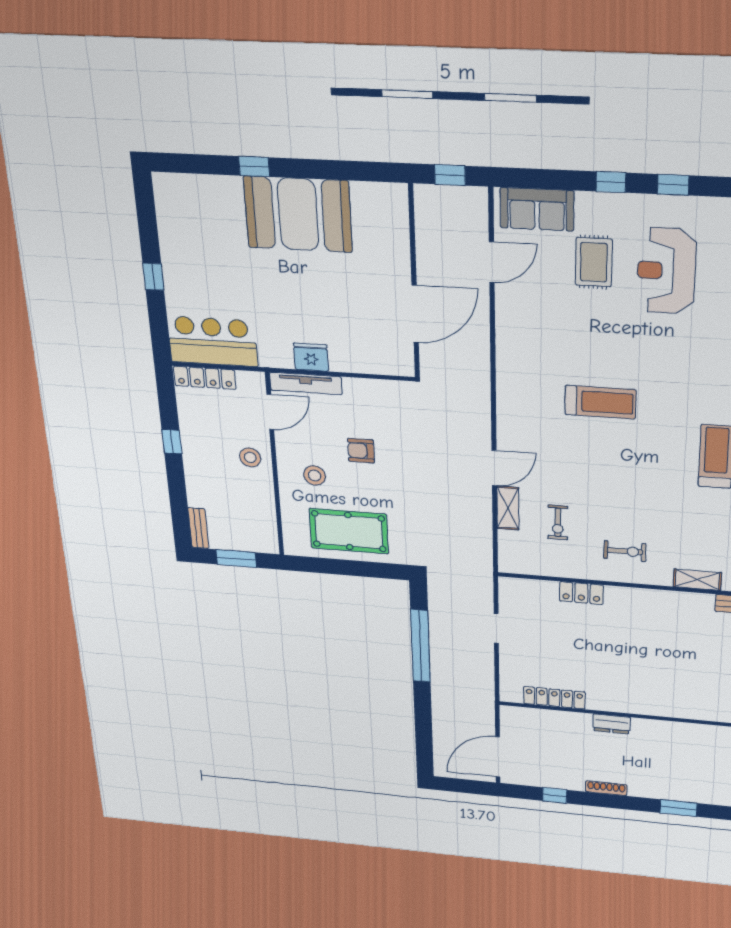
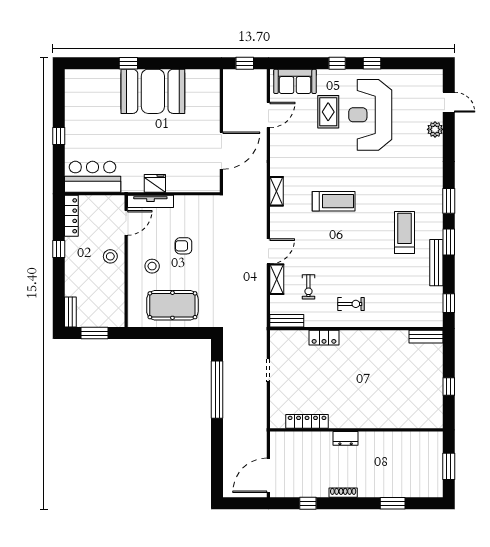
reception desk: (666, 271) -> (370, 115), width x1.36, depth x1.30
locker: (205, 378) -> (71, 216), moved, turned -90
bench: (524, 566) -> (287, 321), added
shelving: (697, 580) -> (277, 191), moved, turned 90

